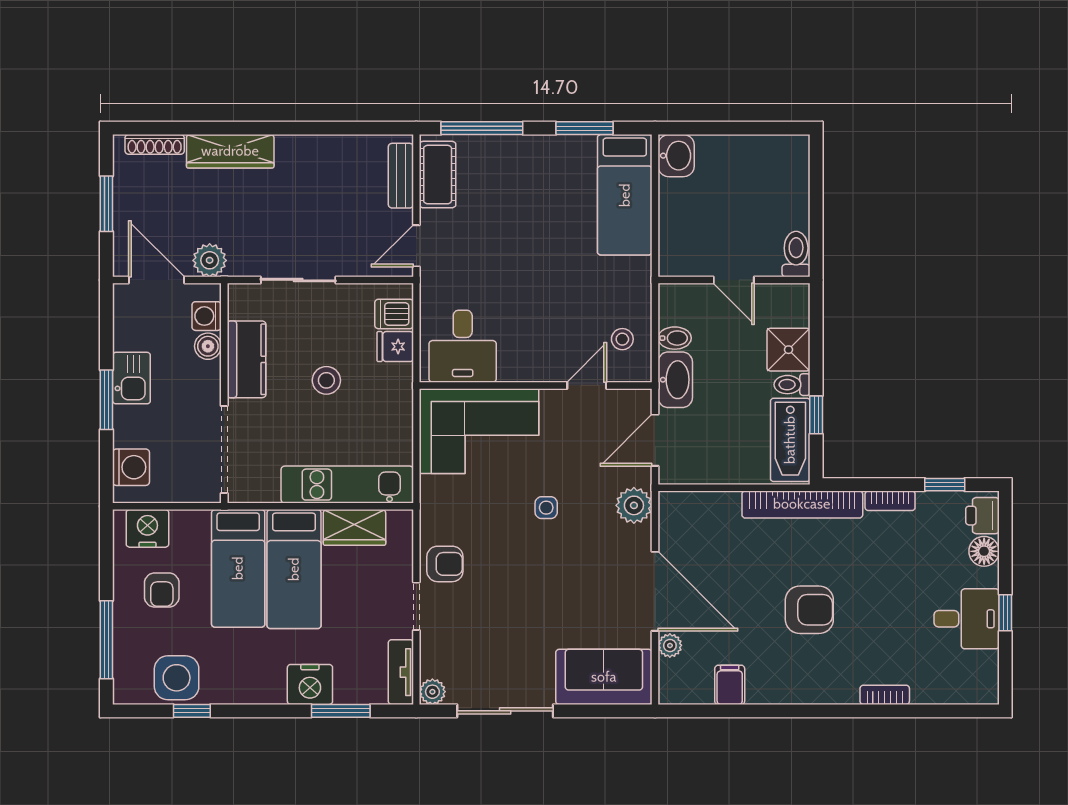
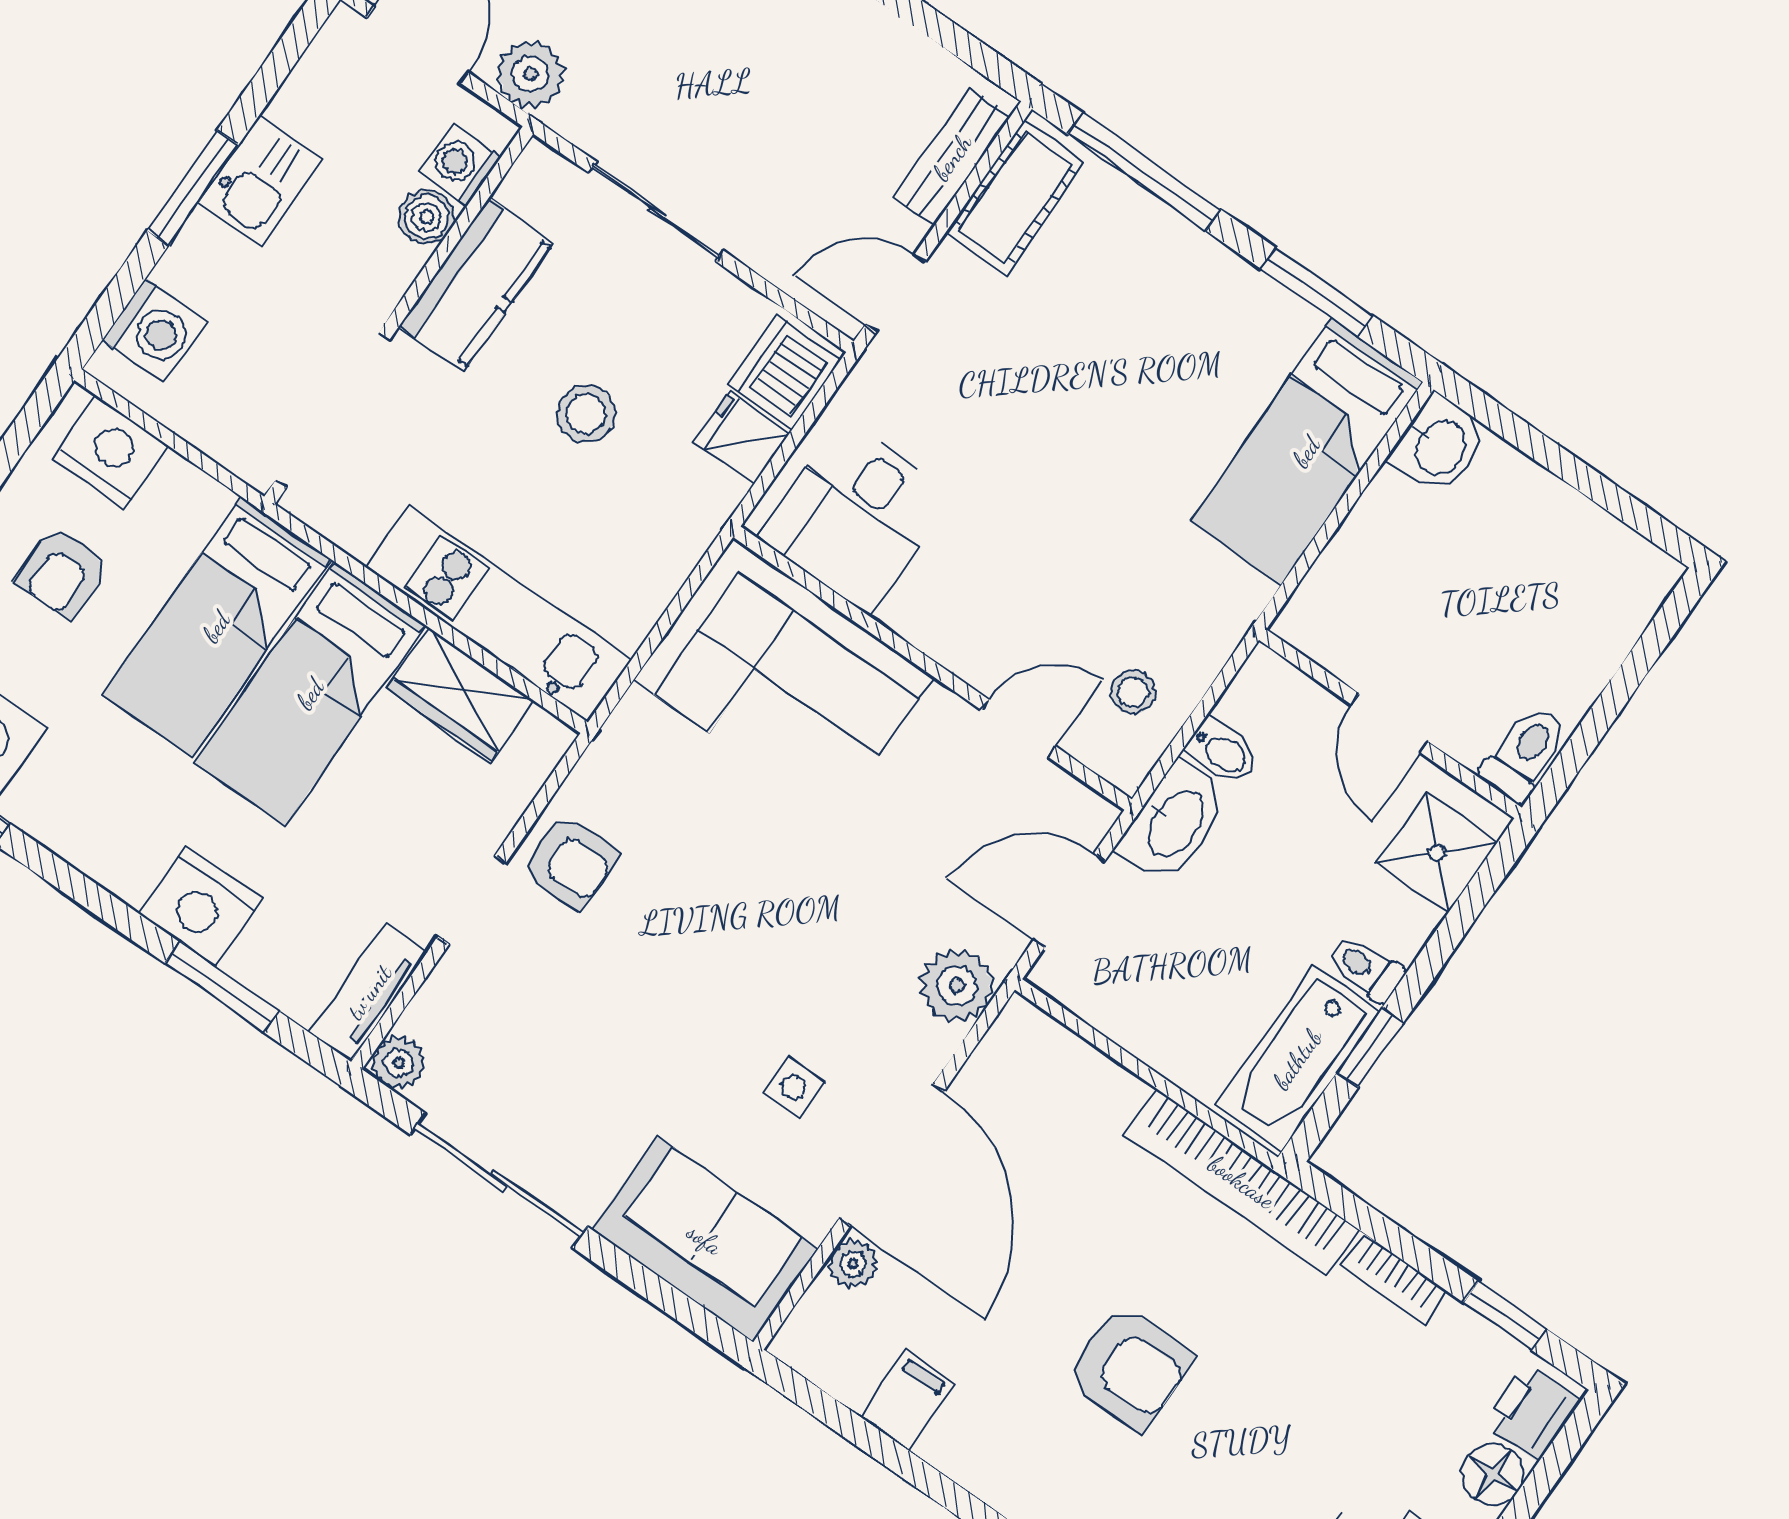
dishwasher: (394, 314) -> (784, 372), width x1.38
shower: (788, 350) -> (1437, 853), moved
side table: (546, 508) -> (793, 1087), moved

